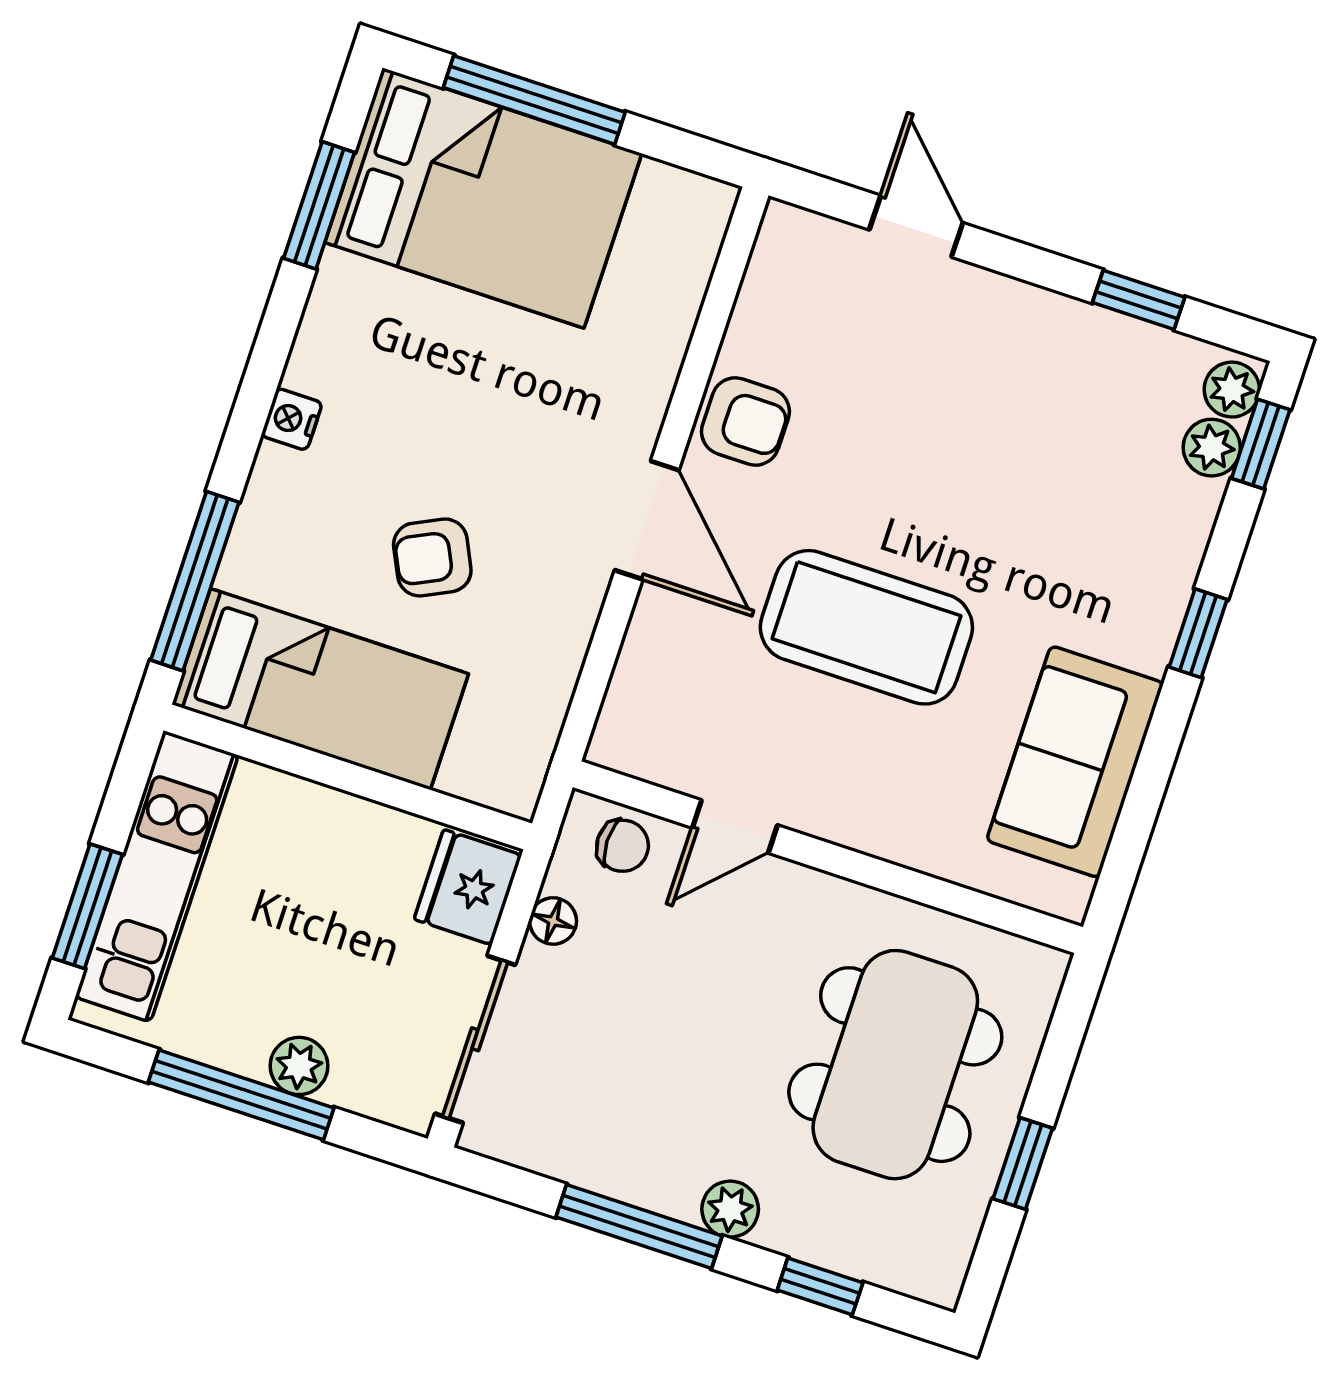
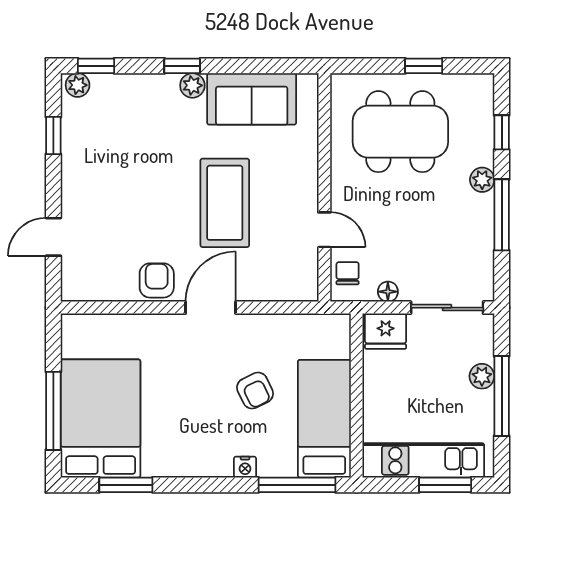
nightstand: (292, 419) -> (245, 467), moved
plant: (1212, 448) -> (192, 85), moved

